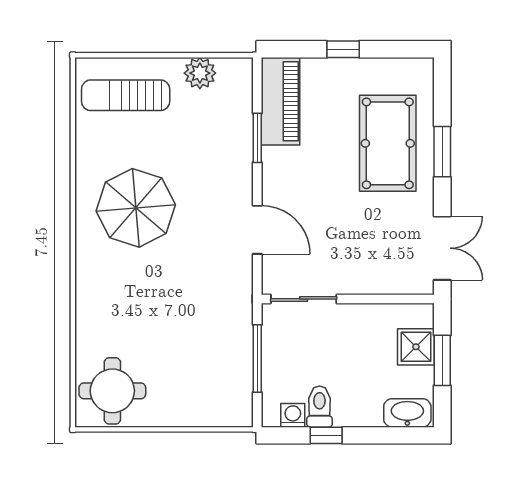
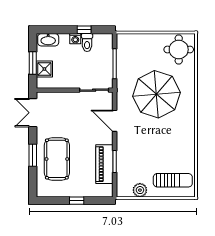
piano: (280, 101) -> (104, 164), moved
parasol: (136, 208) -> (156, 94), moved, width x1.36, depth x1.36
washing machine: (293, 415) -> (75, 39), moved

